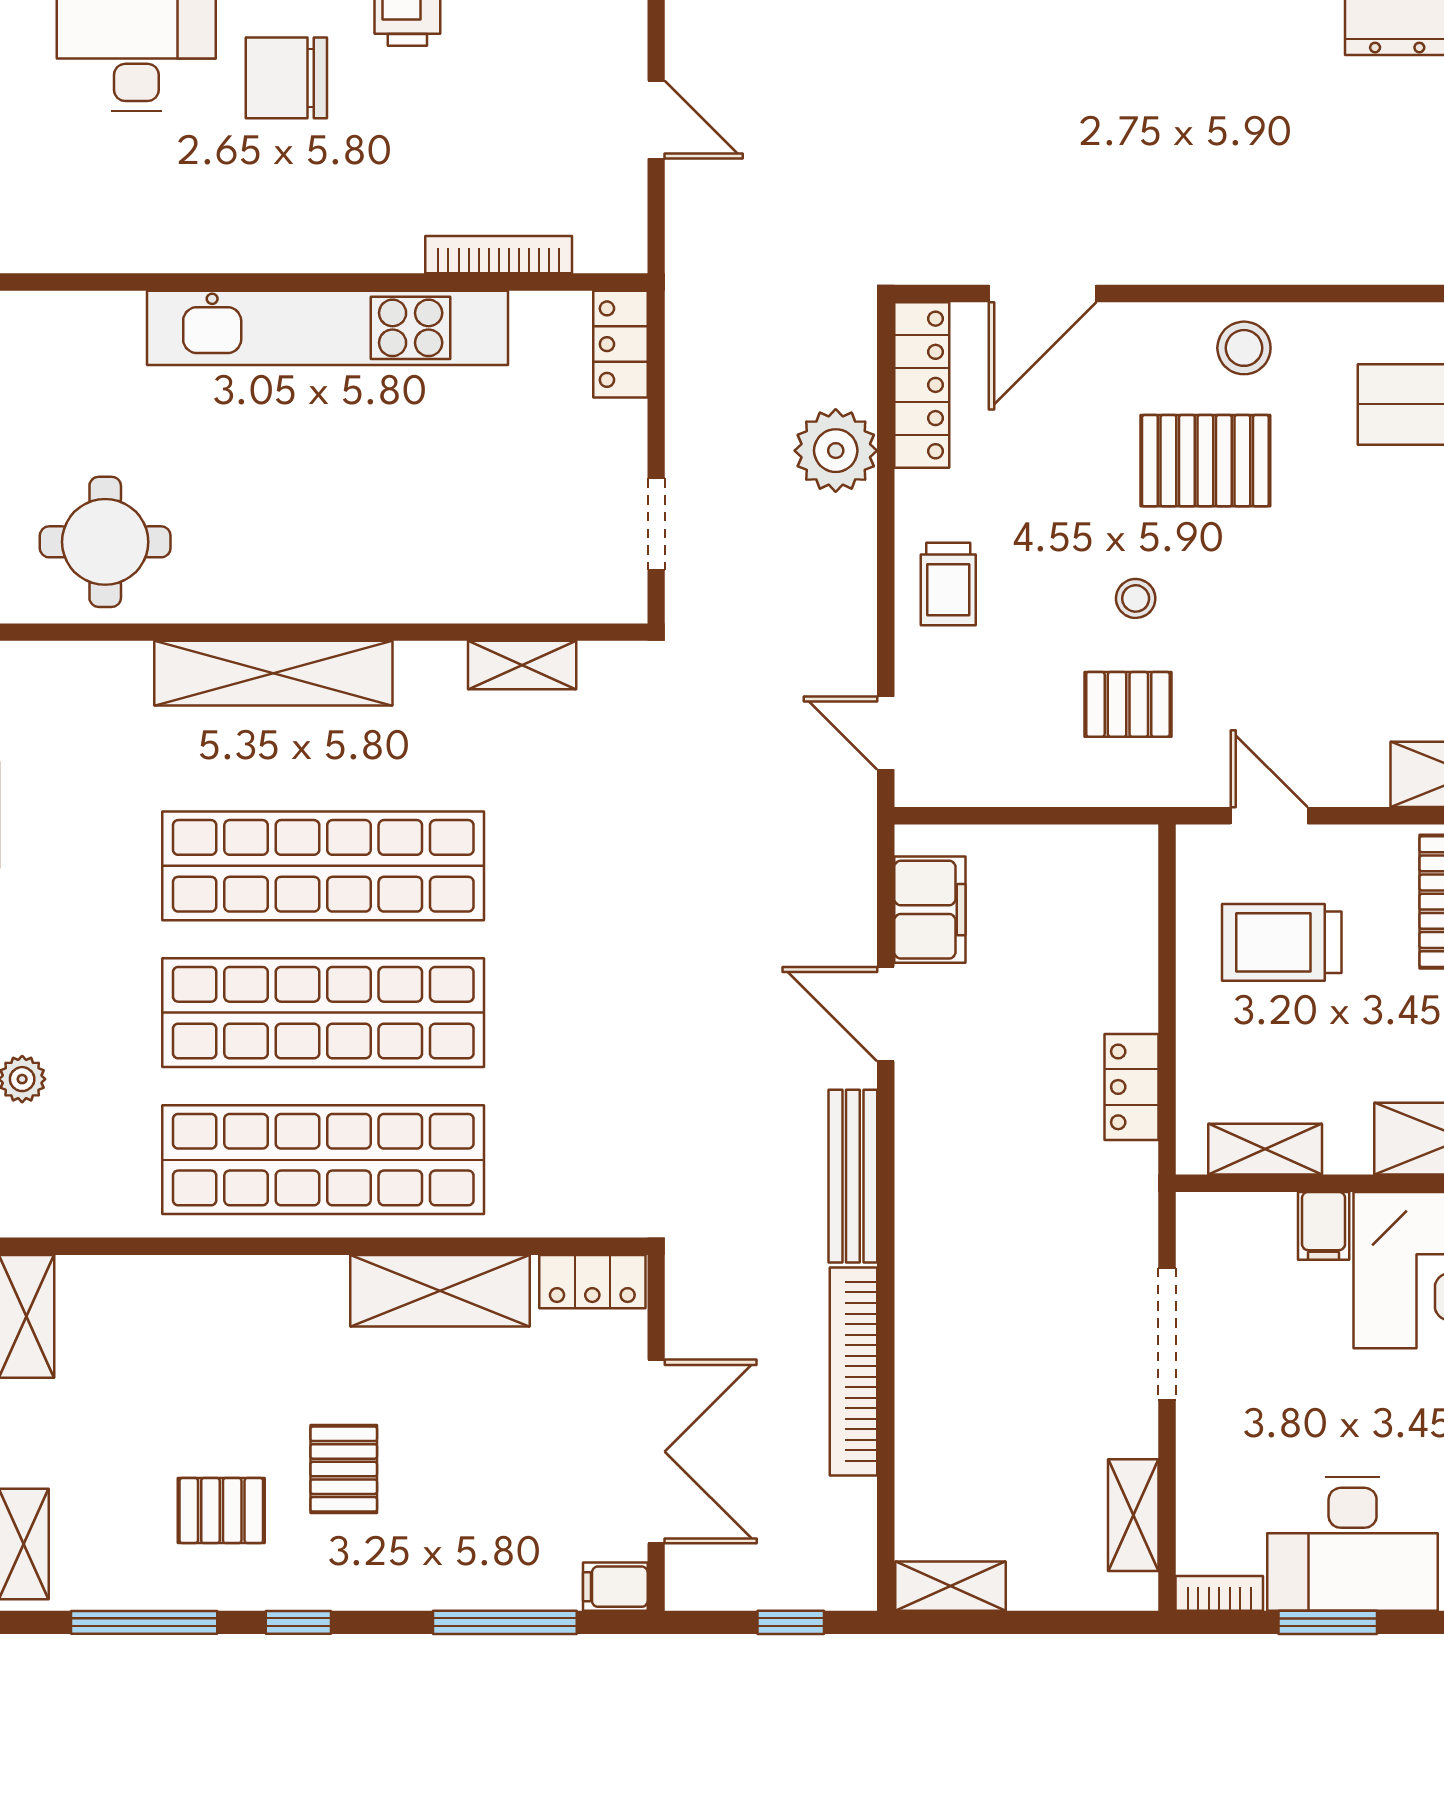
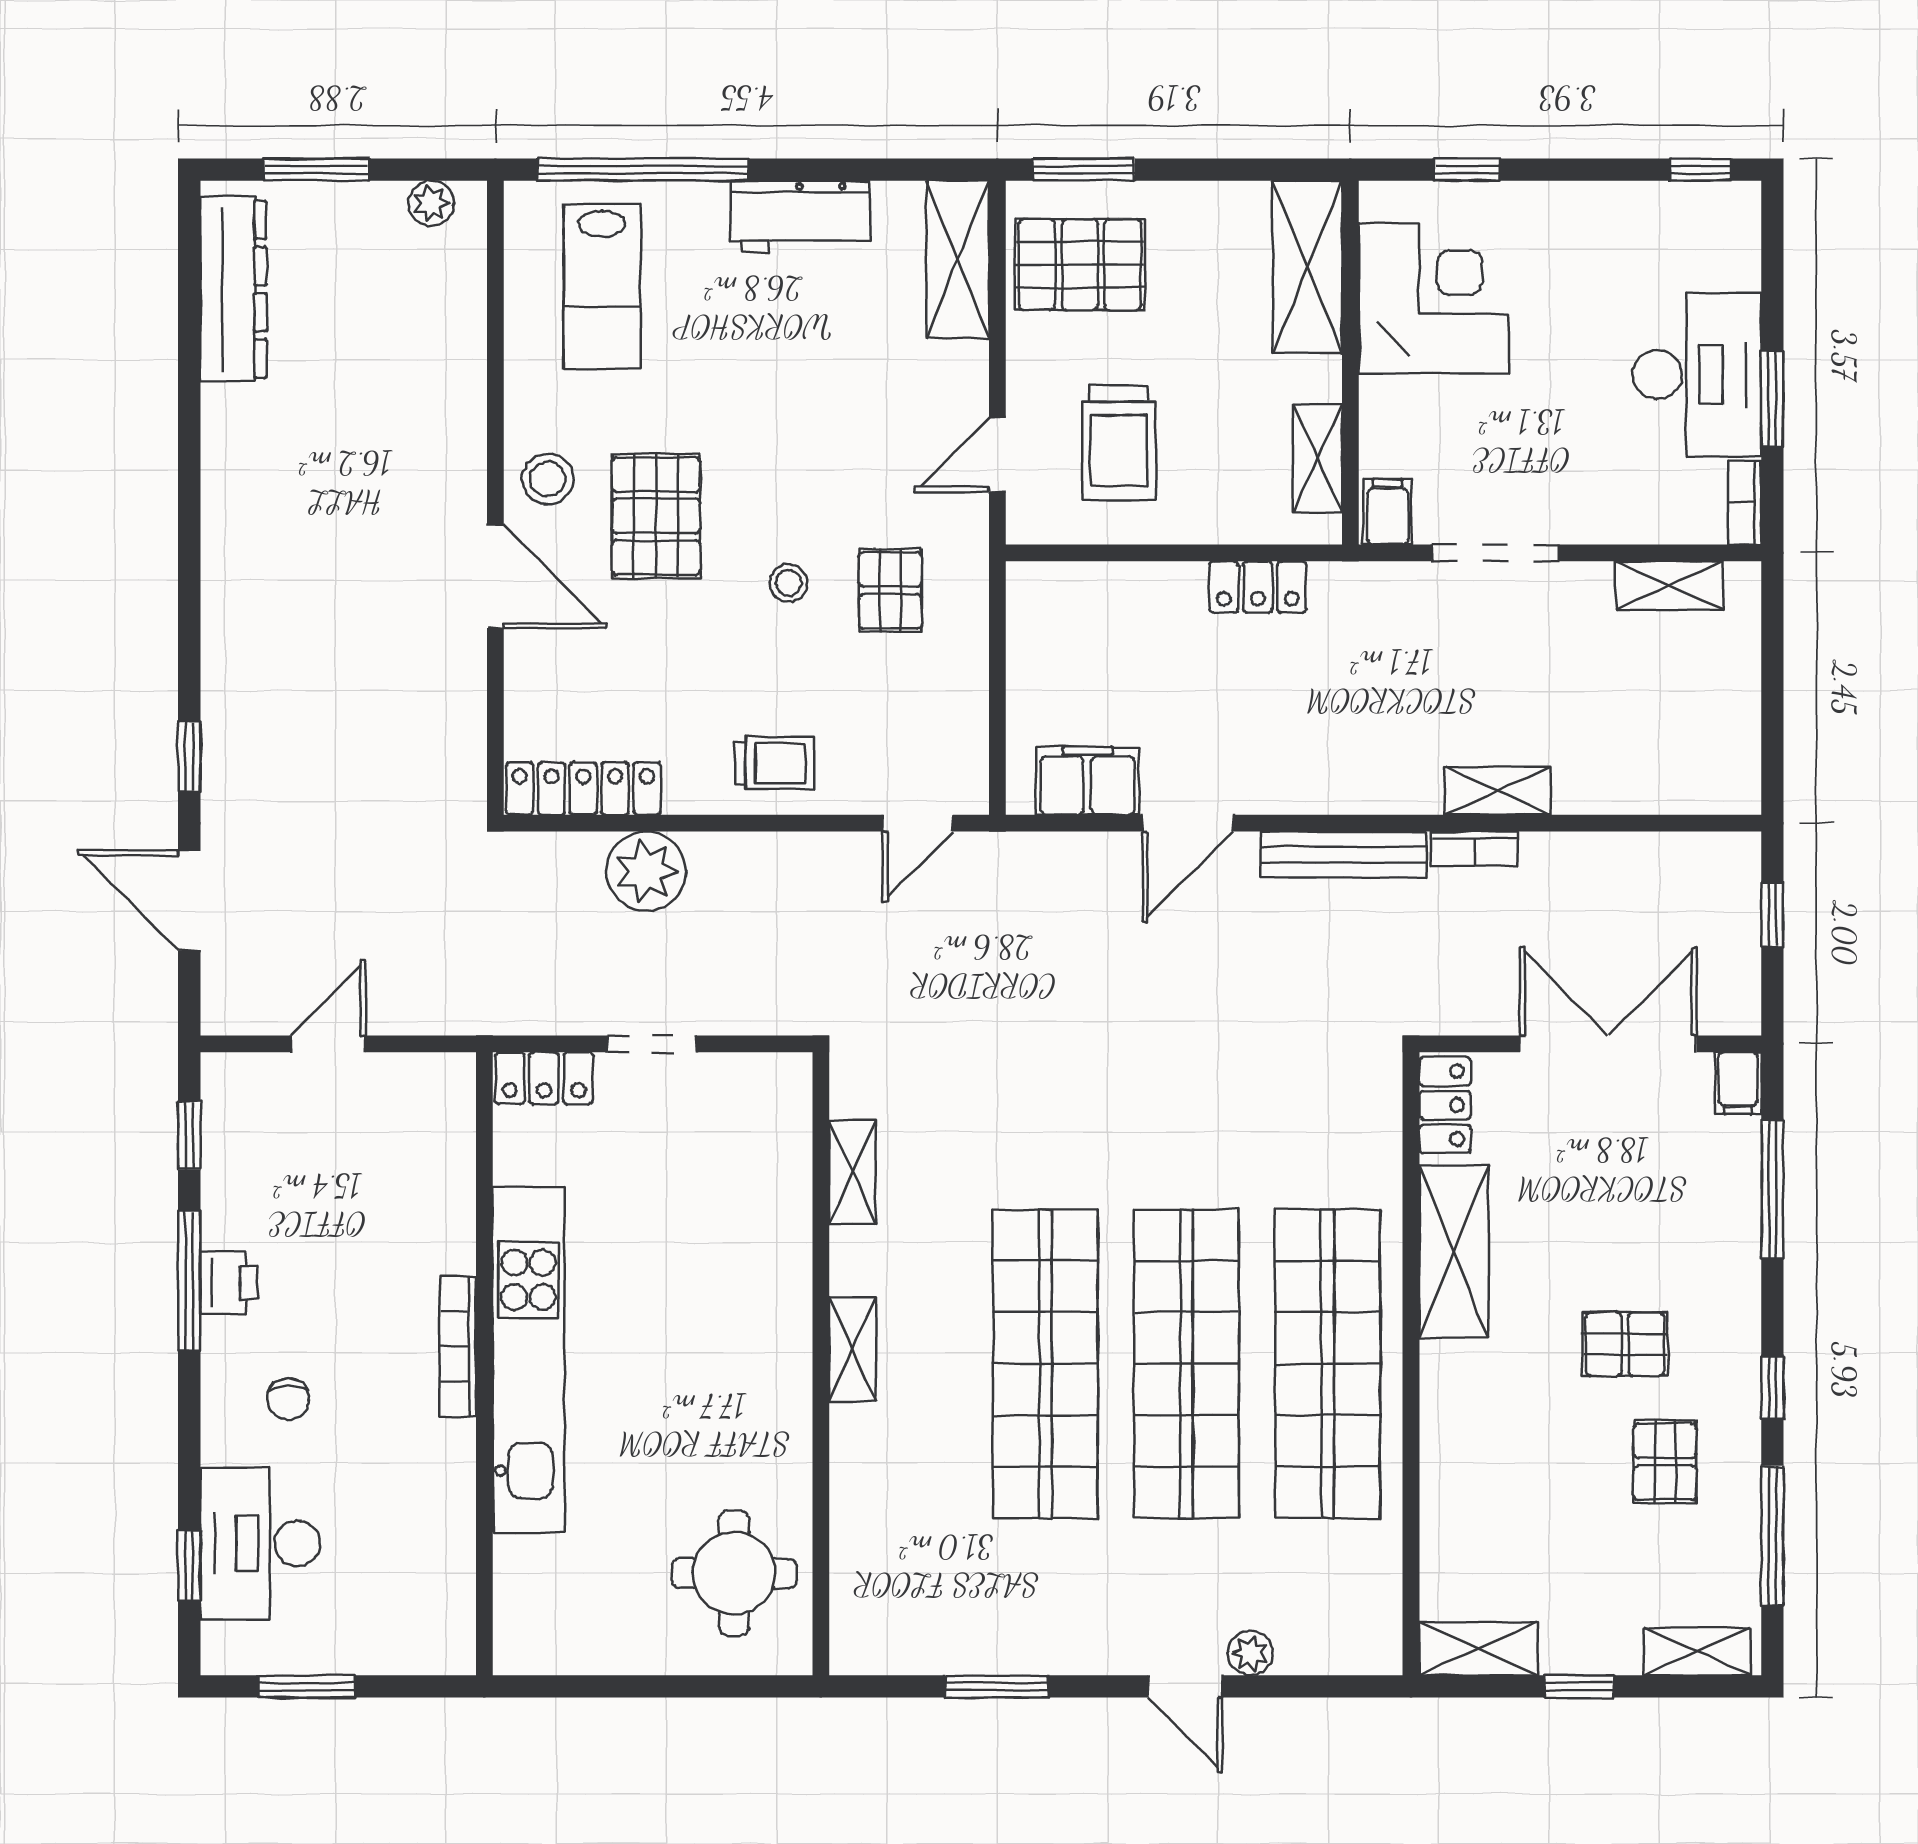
chair: (286, 78) -> (288, 1399), width x0.54, depth x0.54
bookcase: (499, 255) -> (458, 1347), moved
door: (1043, 293) -> (495, 576), moved
doorway: (656, 524) -> (652, 1044), moved
shelving: (273, 673) -> (852, 1349), width x0.45, depth x0.75
filing cabinet: (1324, 1226) -> (1388, 512), moved, turned -90
bookcase: (853, 1371) -> (1474, 849), width x0.43, depth x0.76
shelving: (951, 1586) -> (1498, 791), moved, turned 90

